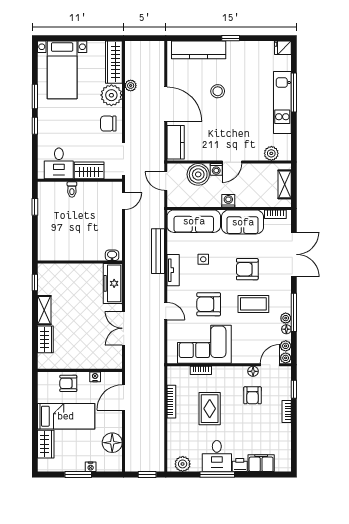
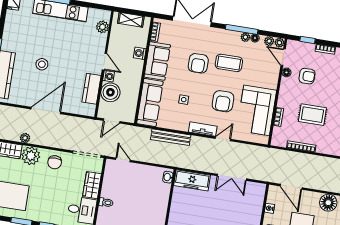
kitchen counter: (176, 142) -> (91, 89), moved, turned -90
washing machine: (228, 201) -> (140, 53), moved
tv unit: (173, 270) -> (203, 129), moved
coffee table: (253, 304) -> (229, 63), turned 90

